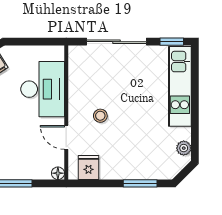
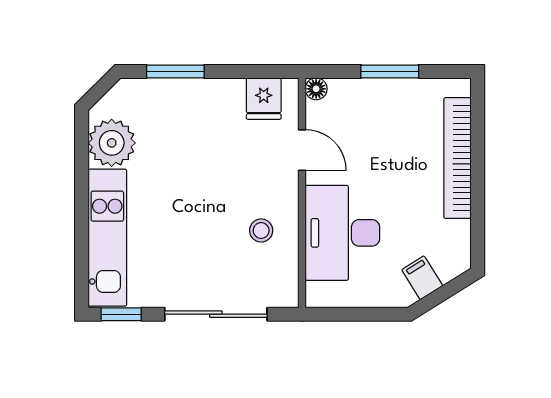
stool: (100, 116) -> (261, 230), moved
plant: (184, 148) -> (112, 143), width x1.88, depth x1.88

